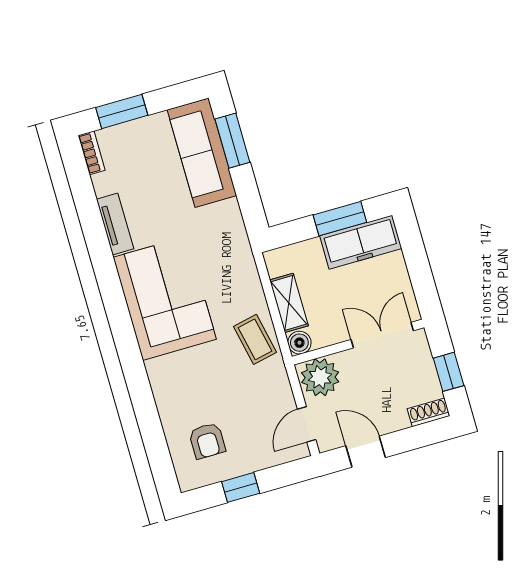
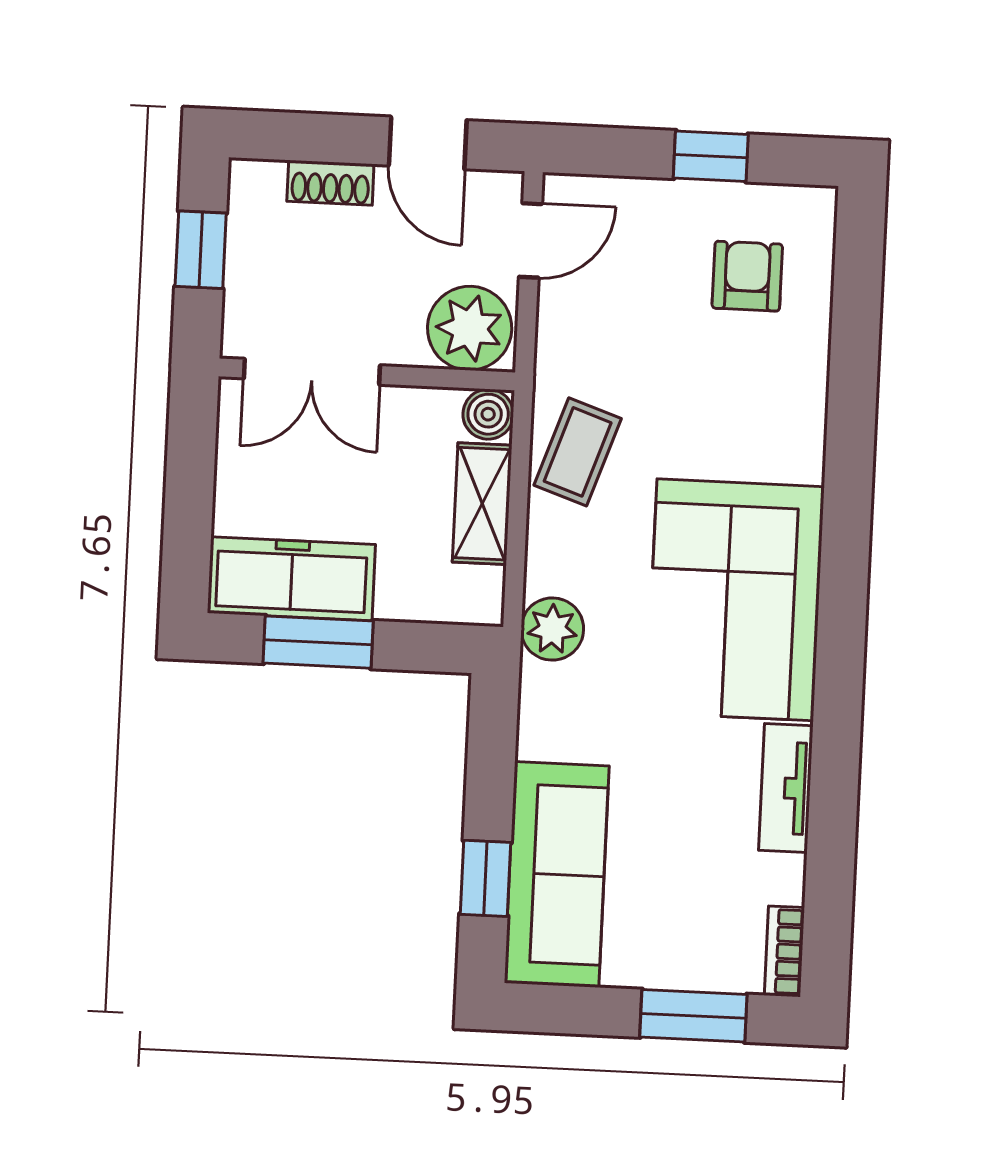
window: (232, 141) -> (485, 878), width x0.67
plant: (240, 259) -> (552, 629), added
coffee table: (255, 339) -> (578, 452), turned 31
shoe rack: (428, 412) -> (330, 183), moved

